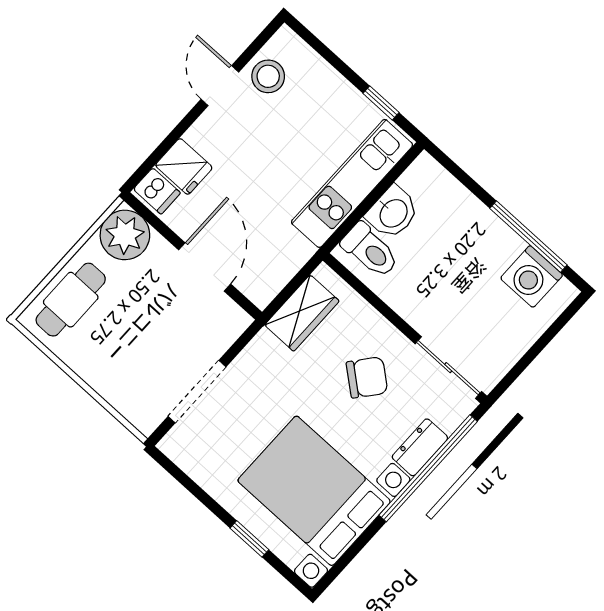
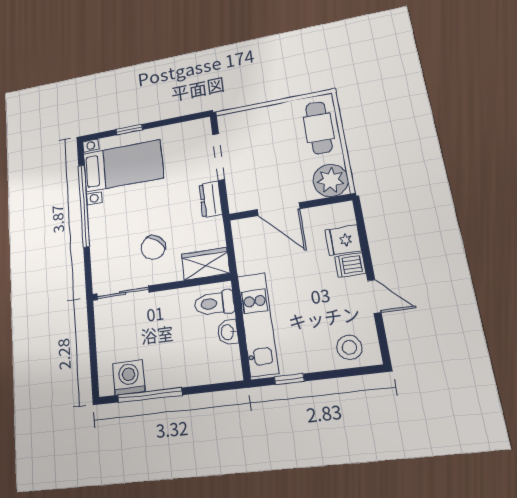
stool: (268, 76) -> (349, 347), moved
dishwasher: (157, 191) -> (350, 265), moved
washbasin: (393, 213) -> (228, 332), width x0.72, depth x0.69
wardrobe: (302, 313) -> (206, 264), moved, turned 90
dresser: (420, 447) -> (211, 199), moved, turned 180
window: (428, 468) -> (84, 206), moved
bed with nightstands: (314, 491) -> (123, 166), width x0.73

